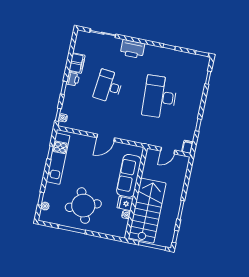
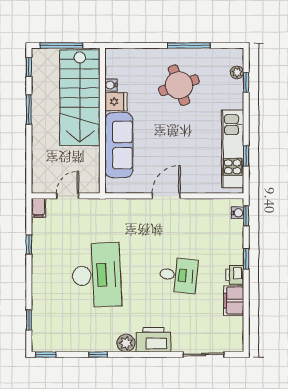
plant: (150, 50) -> (126, 343), added
desk: (108, 86) -> (178, 275), width x0.73
round table: (83, 206) -> (179, 85), width x0.73, depth x0.73

